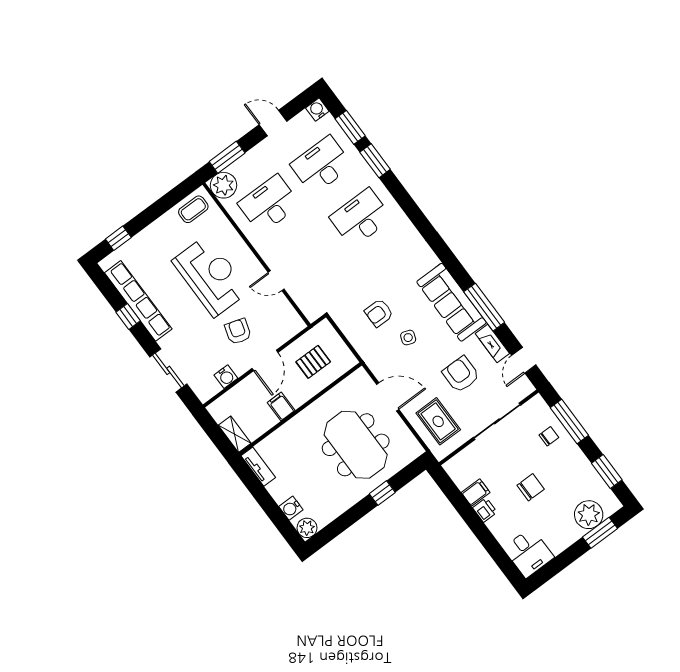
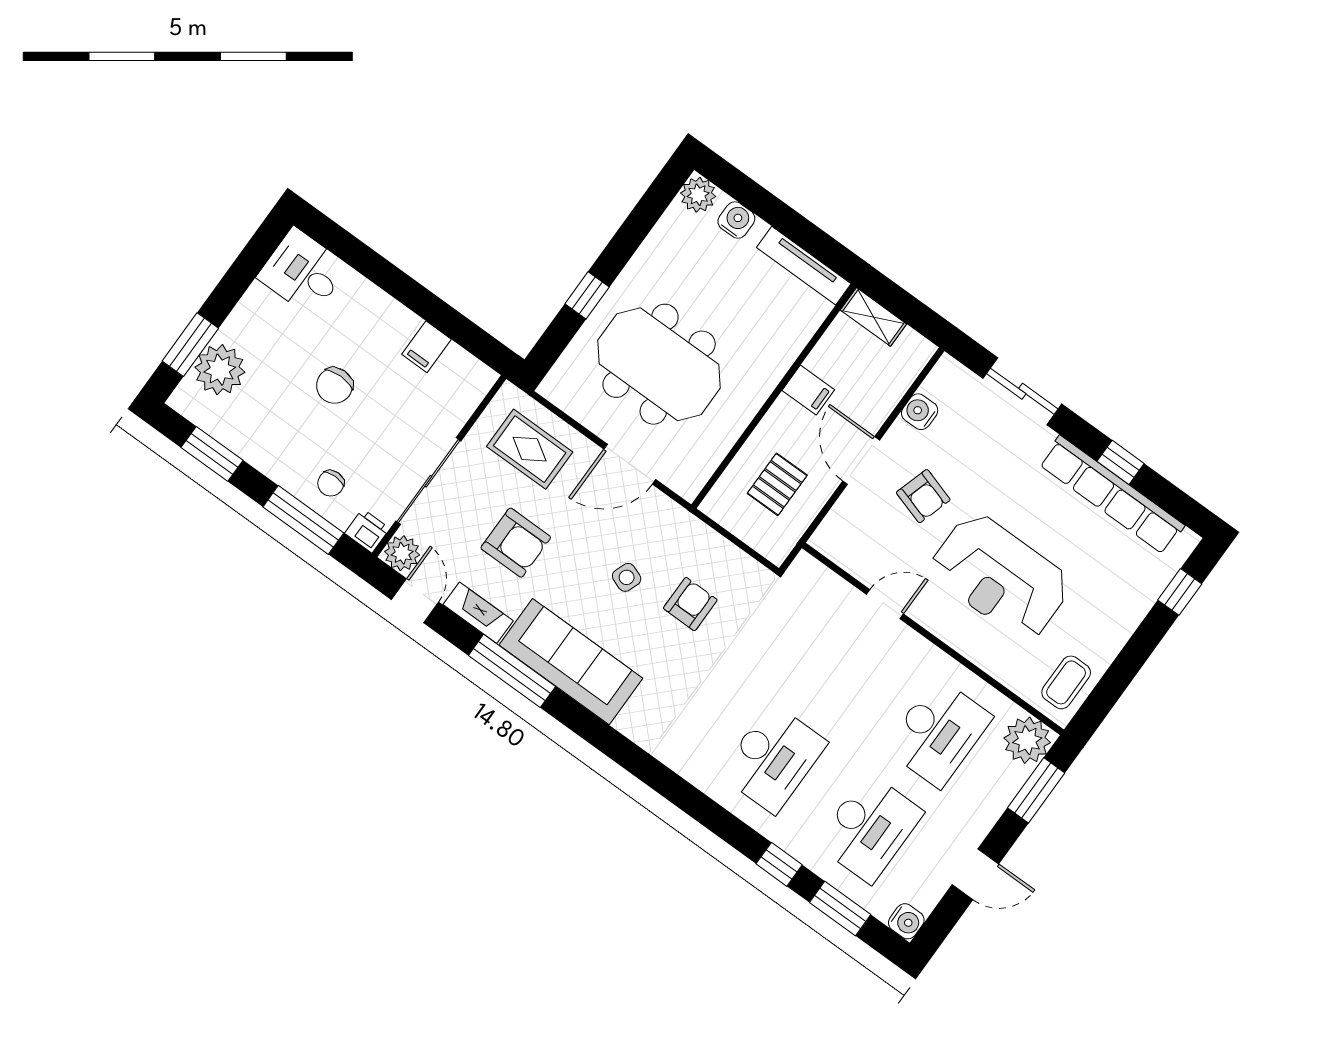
window: (375, 161) -> (779, 864), width x0.67
plant: (523, 387) -> (402, 553), added
tv unit: (258, 467) -> (804, 266), width x1.41
printer: (485, 510) -> (367, 531), moved, turned 180

